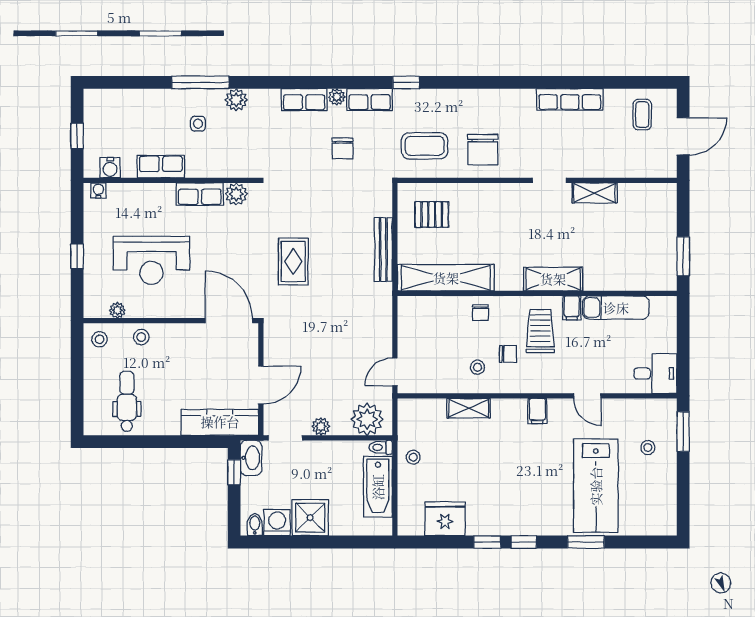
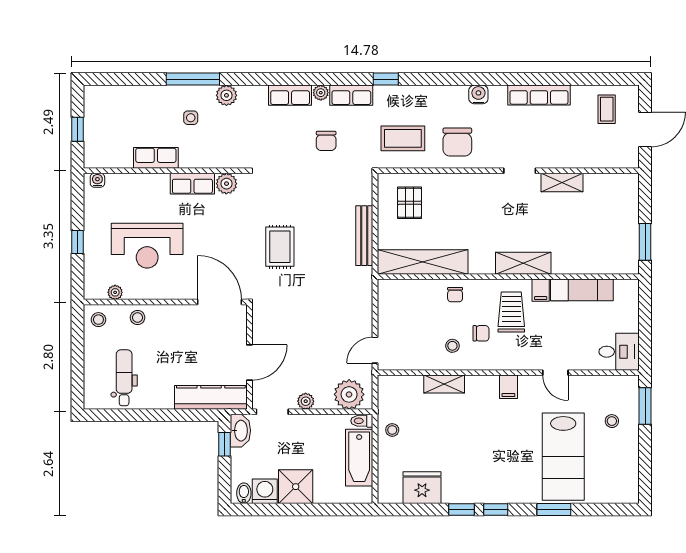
water cooler: (110, 168) -> (478, 94), moved, turned 180
pallet: (432, 215) -> (410, 203), turned 90

